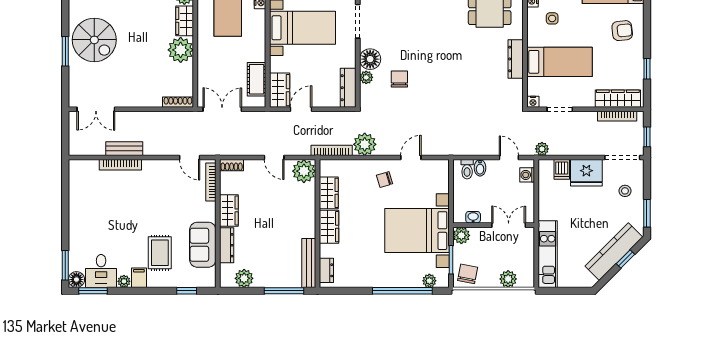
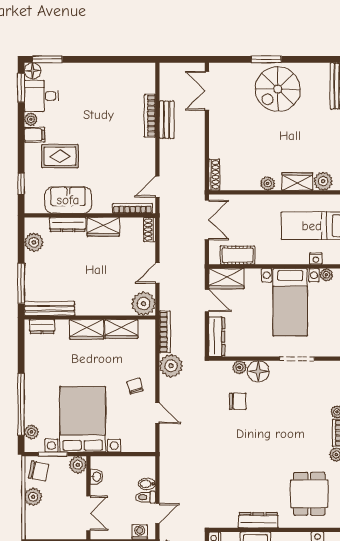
plant: (181, 50) -> (268, 183), width x0.53, depth x0.53
dresser: (348, 88) -> (217, 337), moved, turned 90
toilet: (467, 169) -> (145, 497), moved
plant: (508, 279) -> (33, 497), moved

